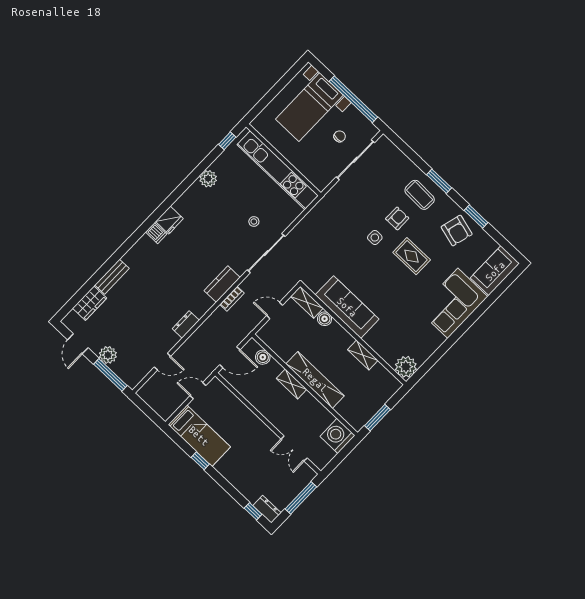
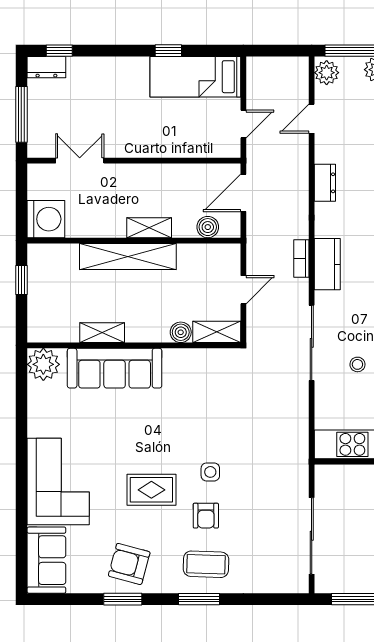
chair: (340, 136) -> (353, 545), removed
sofa: (347, 307) -> (115, 368), moved
plant: (134, 377) -> (327, 73), added
window: (377, 418) -> (21, 280), width x0.67

